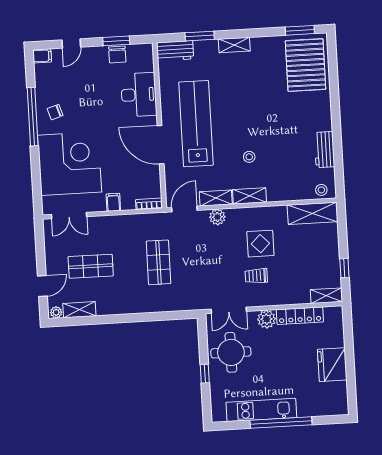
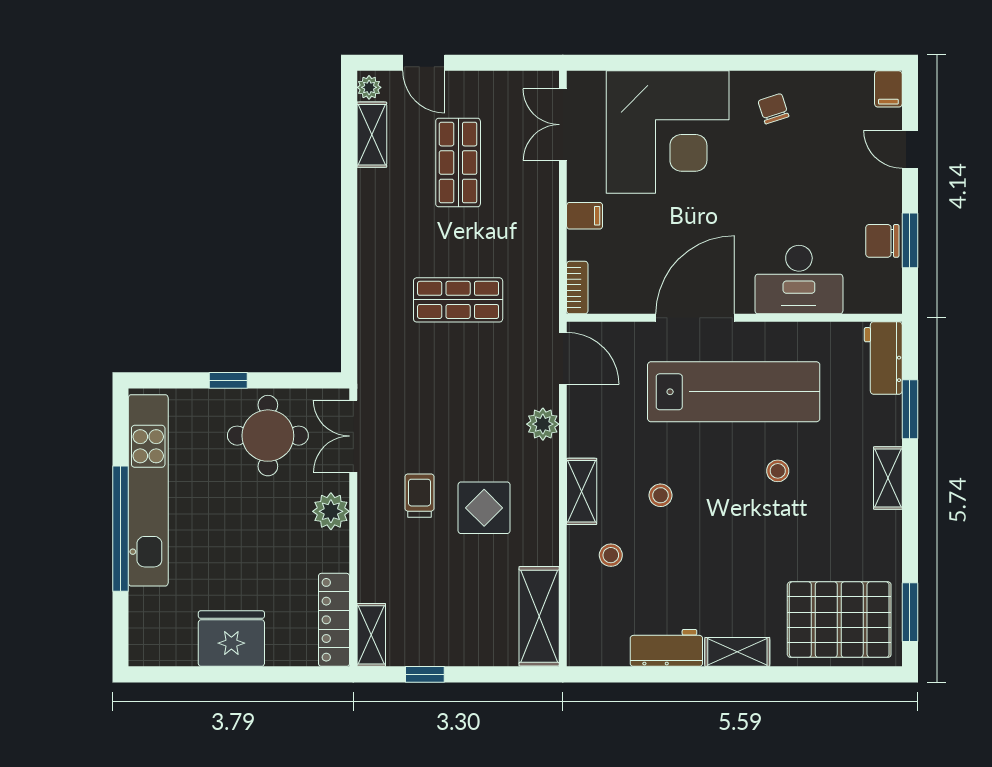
stool: (234, 100) -> (778, 471), added
window: (33, 117) -> (767, 63), removed
stool: (321, 190) -> (611, 555), moved
shelving: (216, 198) -> (737, 652), moved, turned 90
locker: (300, 316) -> (334, 620), moved
kitchen unit: (261, 410) -> (148, 490), width x1.36

